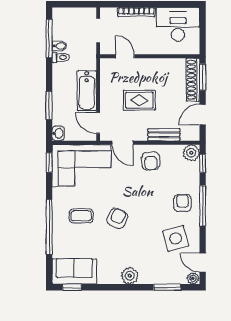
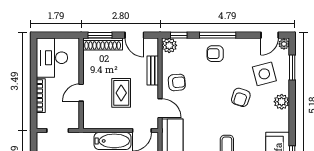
door: (125, 56) -> (81, 93), moved
door: (123, 143) -> (160, 108), hinge flipped
armchair: (117, 218) -> (241, 97), moved, turned -97
side table: (176, 238) -> (264, 74), moved

